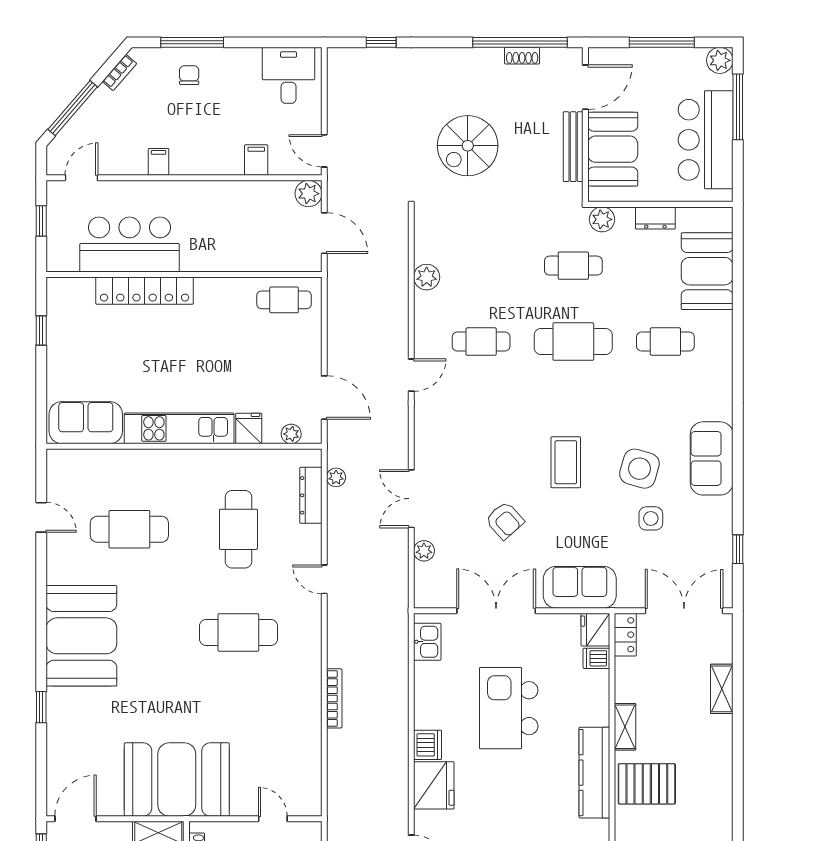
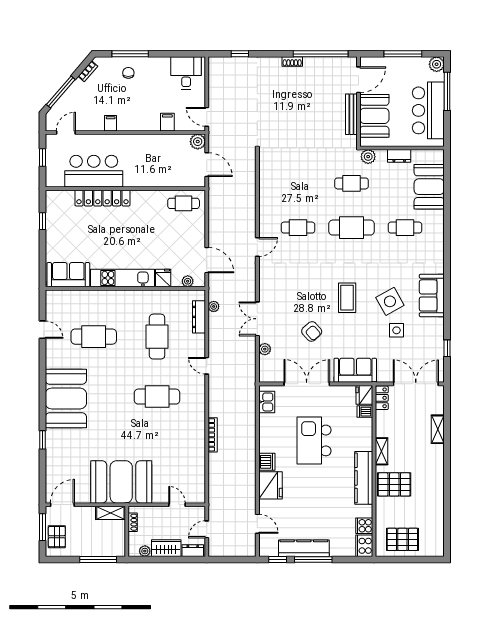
shoe rack: (522, 56) -> (292, 62), moved
spiral stairs: (468, 146) -> (290, 114), removed
plant: (427, 277) -> (266, 190), removed
side table: (639, 469) -> (390, 301), turned 45

